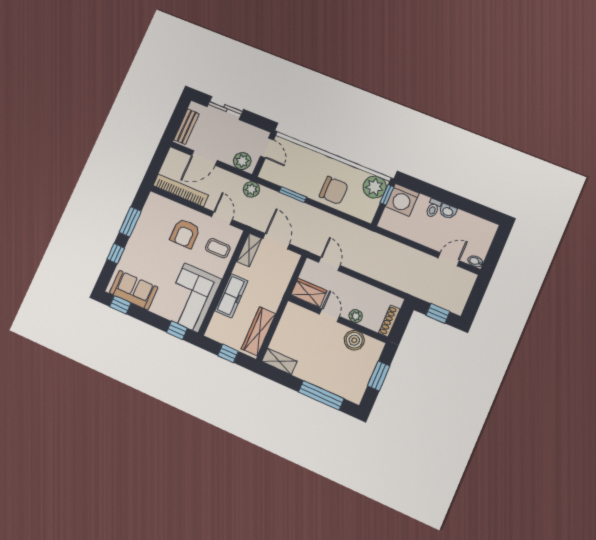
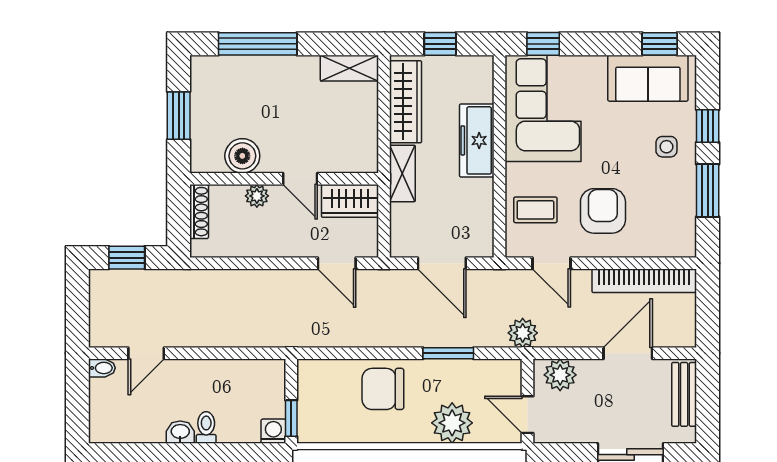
plant: (375, 187) -> (452, 423), moved
washing machine: (402, 200) -> (273, 431), width x0.53, depth x0.53
shelving: (249, 250) -> (402, 173), moved
side table: (140, 252) -> (666, 147), added

